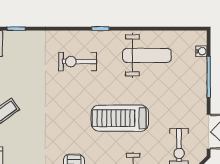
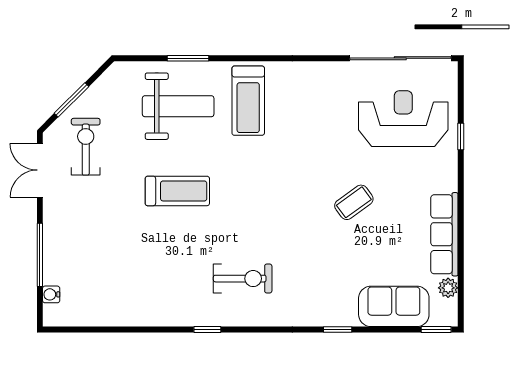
weight bench: (147, 55) -> (135, 288), removed
treadmill: (120, 118) -> (177, 191), width x0.73, depth x0.73

